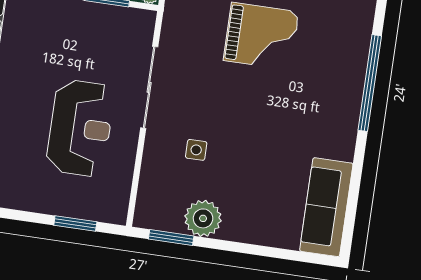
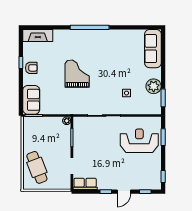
reception desk: (80, 128) -> (139, 141), moved
sofa: (326, 207) -> (153, 49), moved, turned 90

